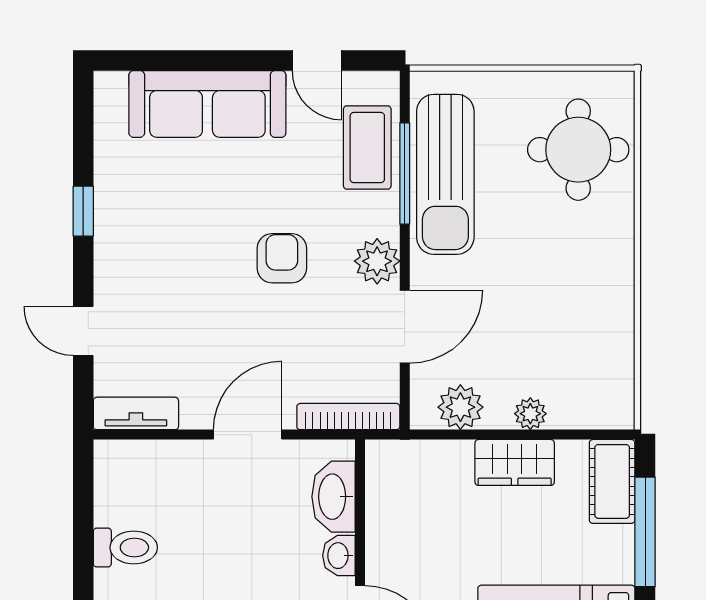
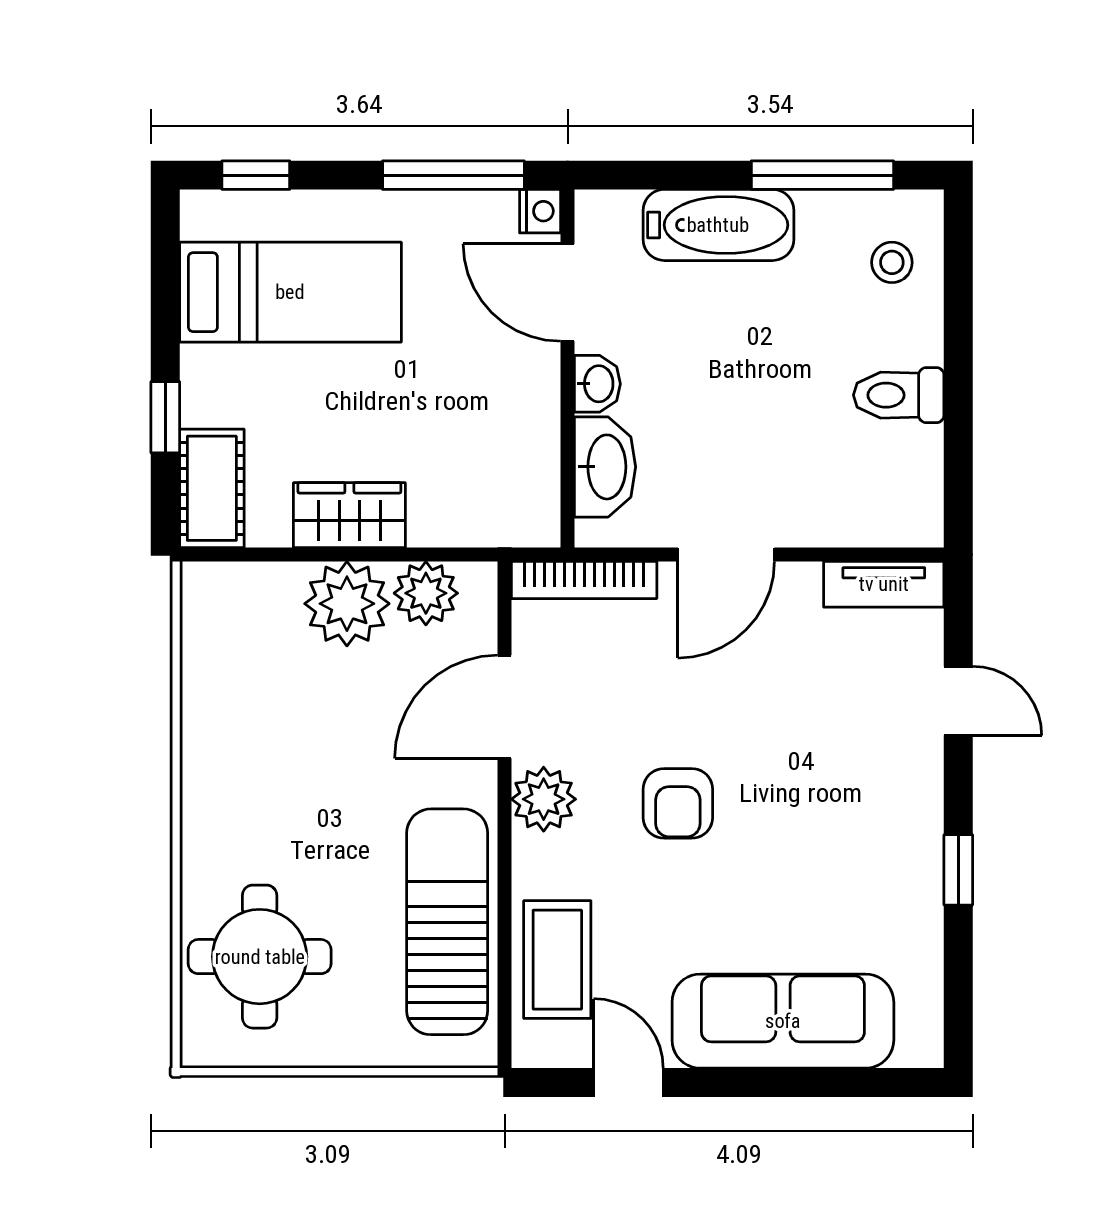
window: (405, 173) -> (505, 923), removed
plant: (530, 414) -> (347, 604), width x1.87, depth x1.87
window: (645, 532) -> (165, 417), width x0.46

